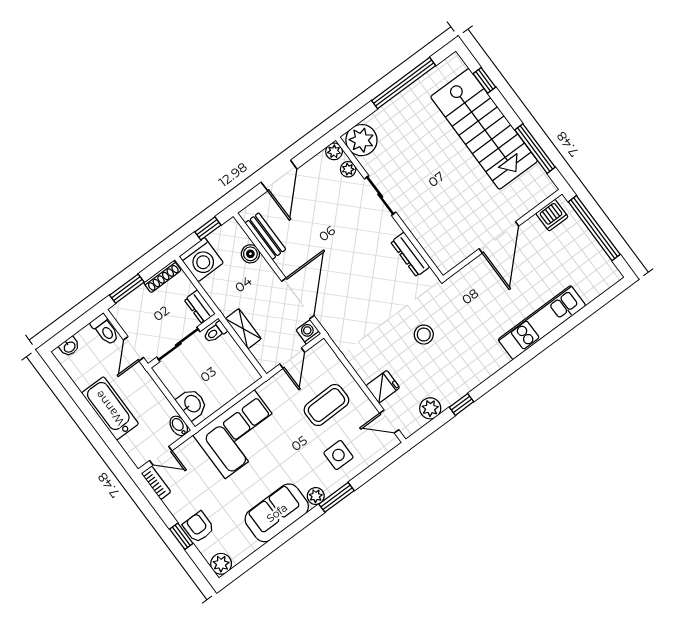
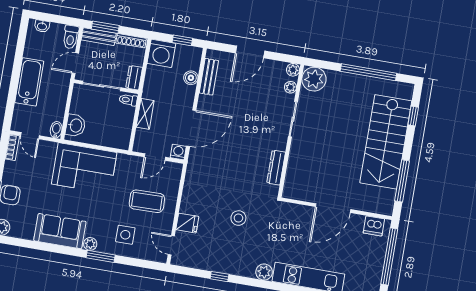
bench: (130, 303) -> (99, 37), added
plant: (430, 408) -> (264, 272), moved

